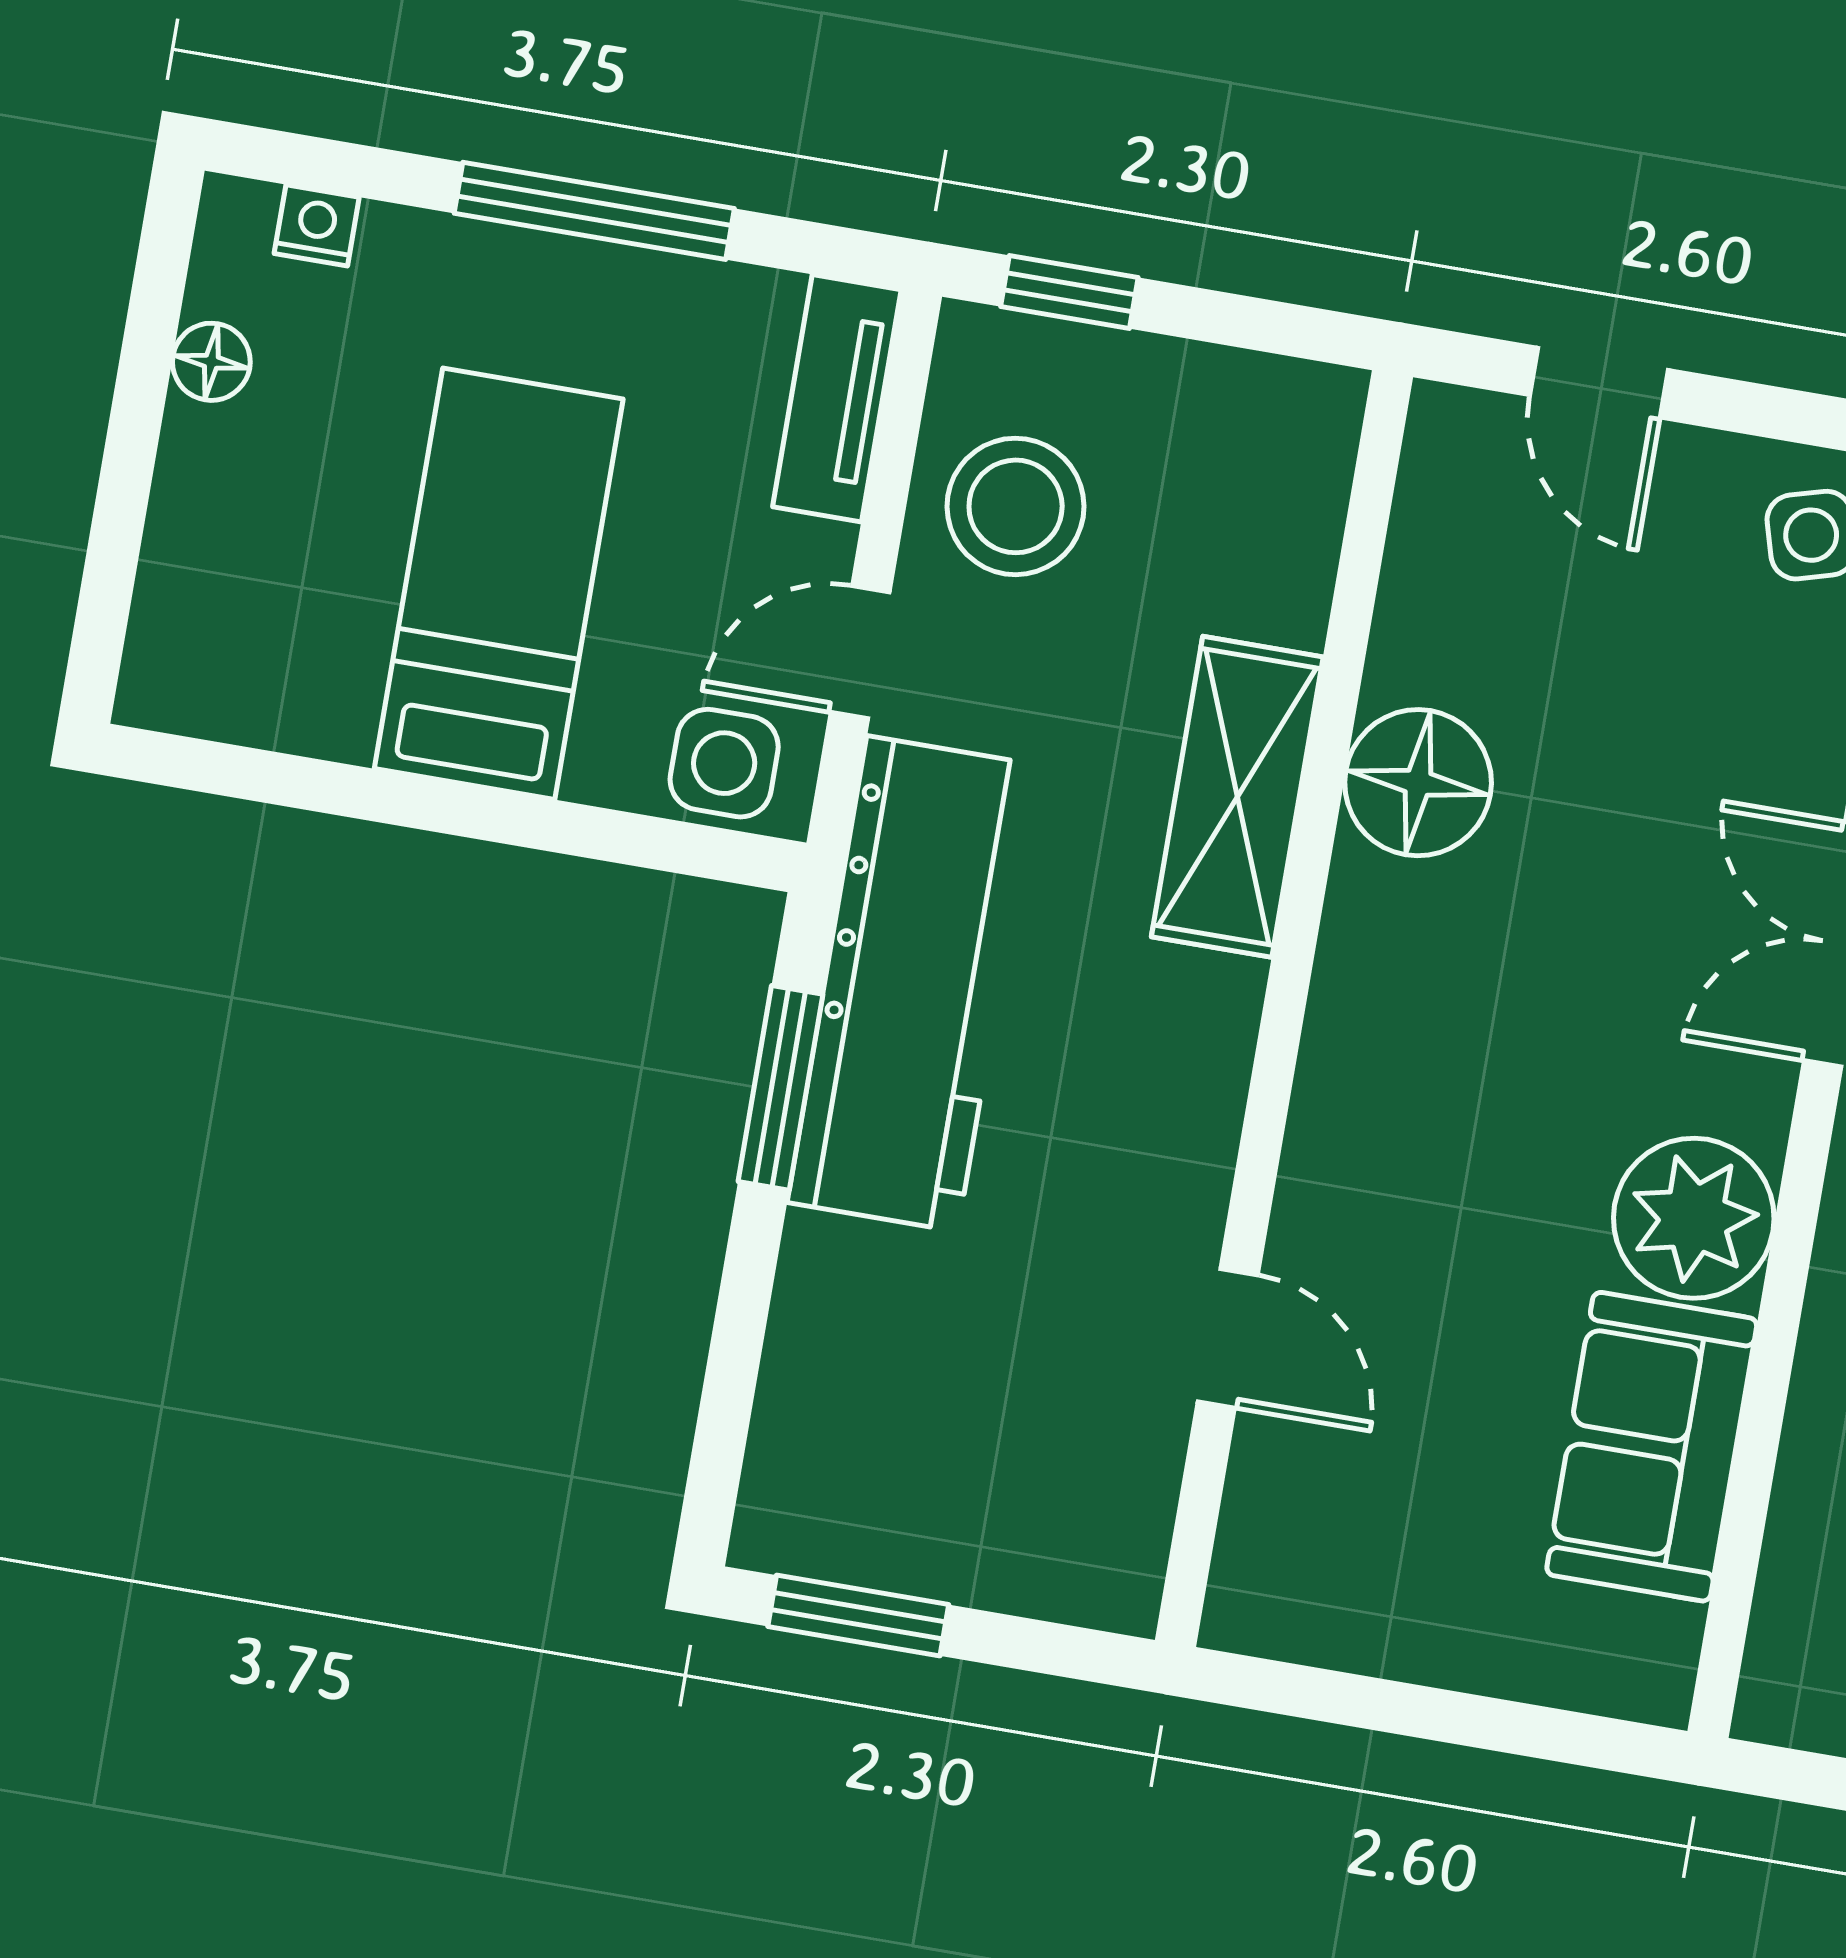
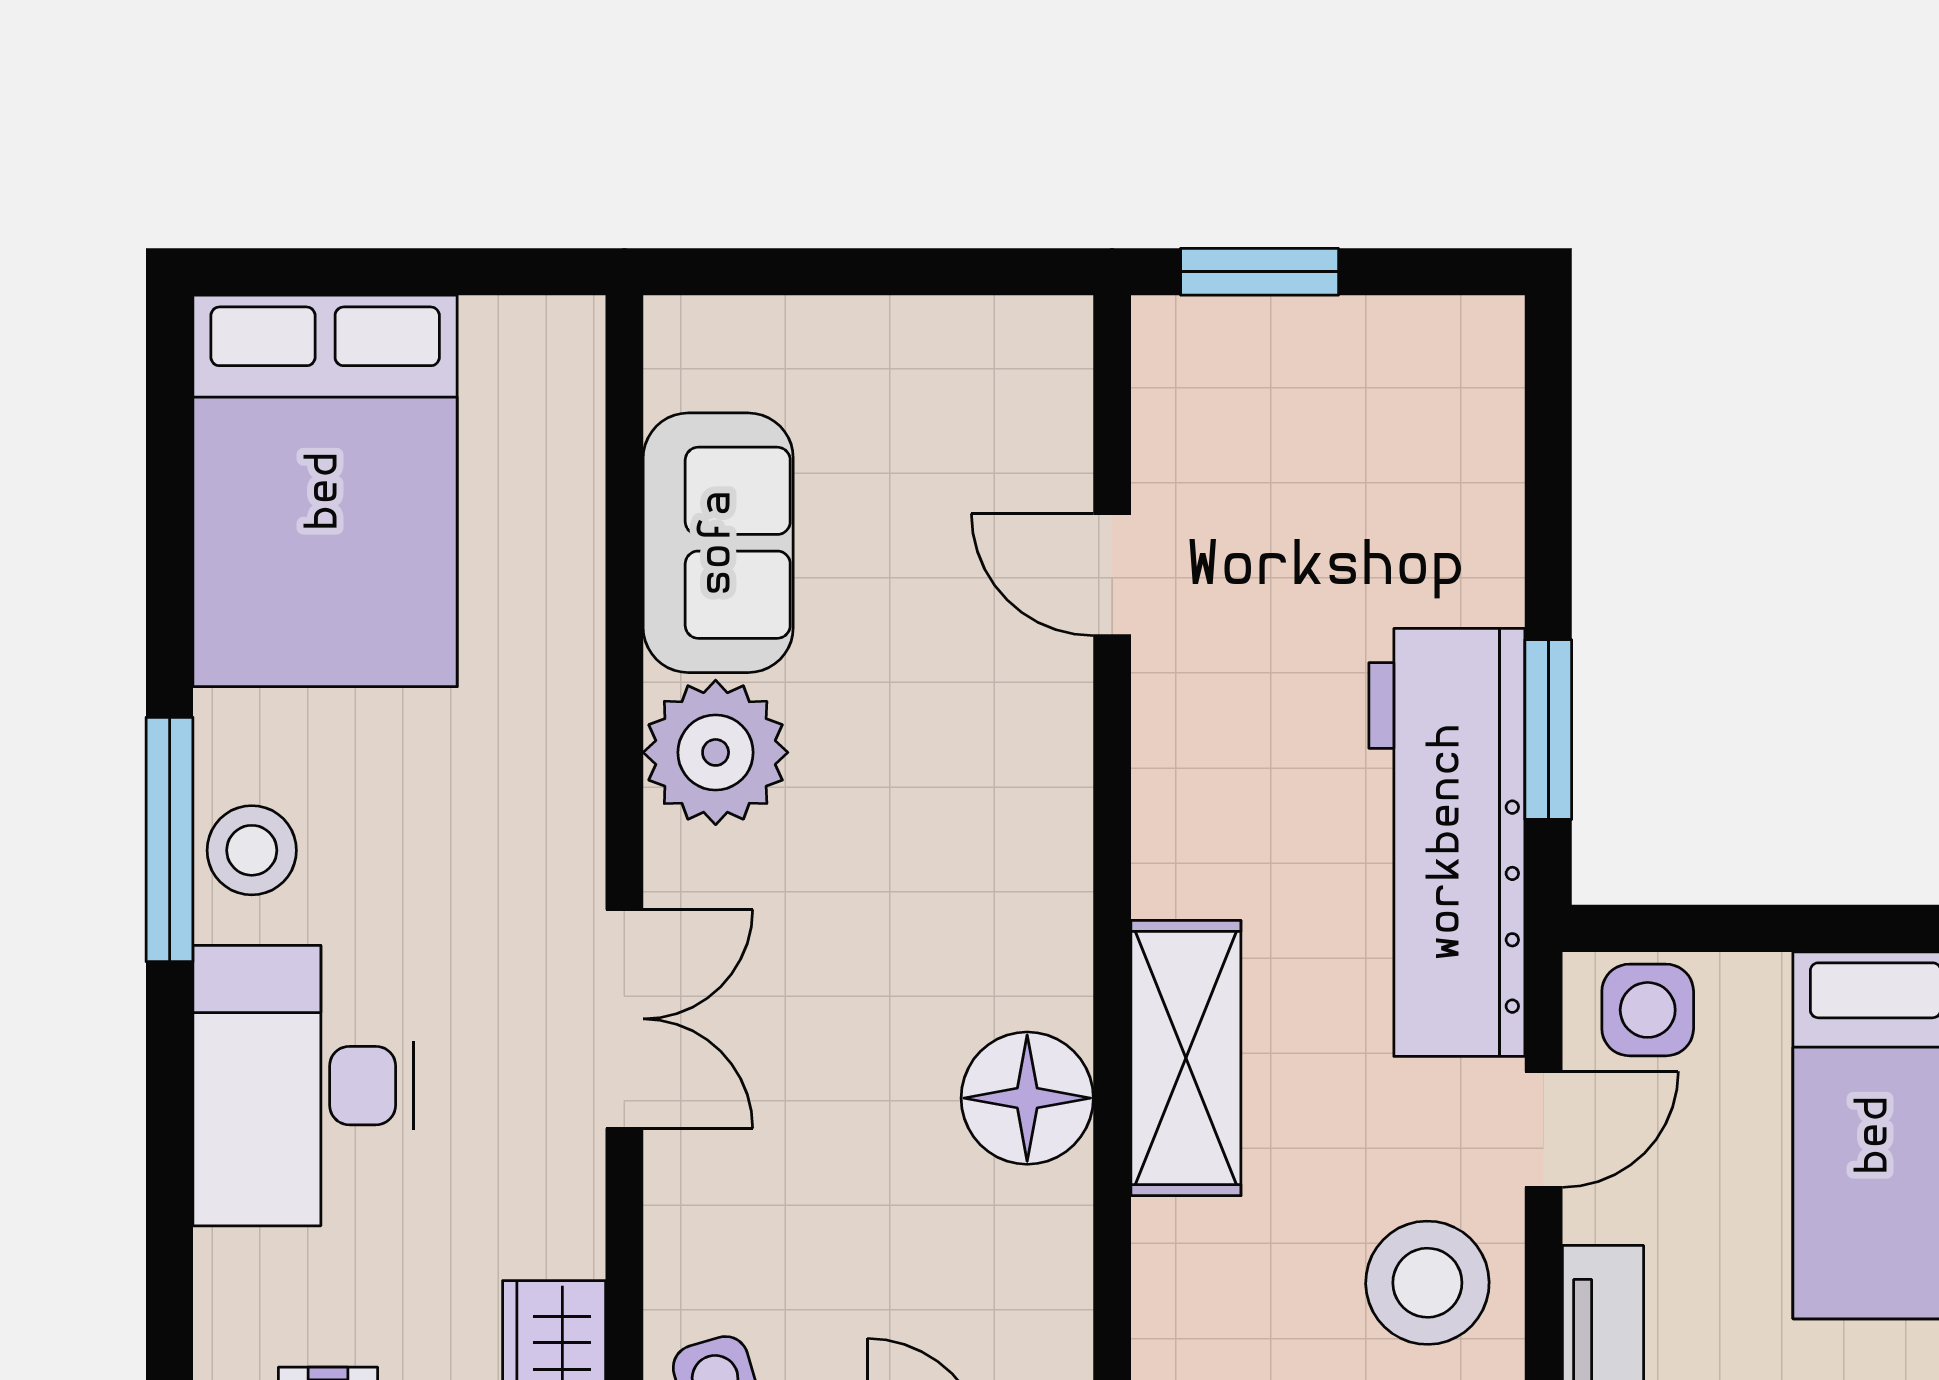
window: (858, 1616) -> (1260, 272), moved

